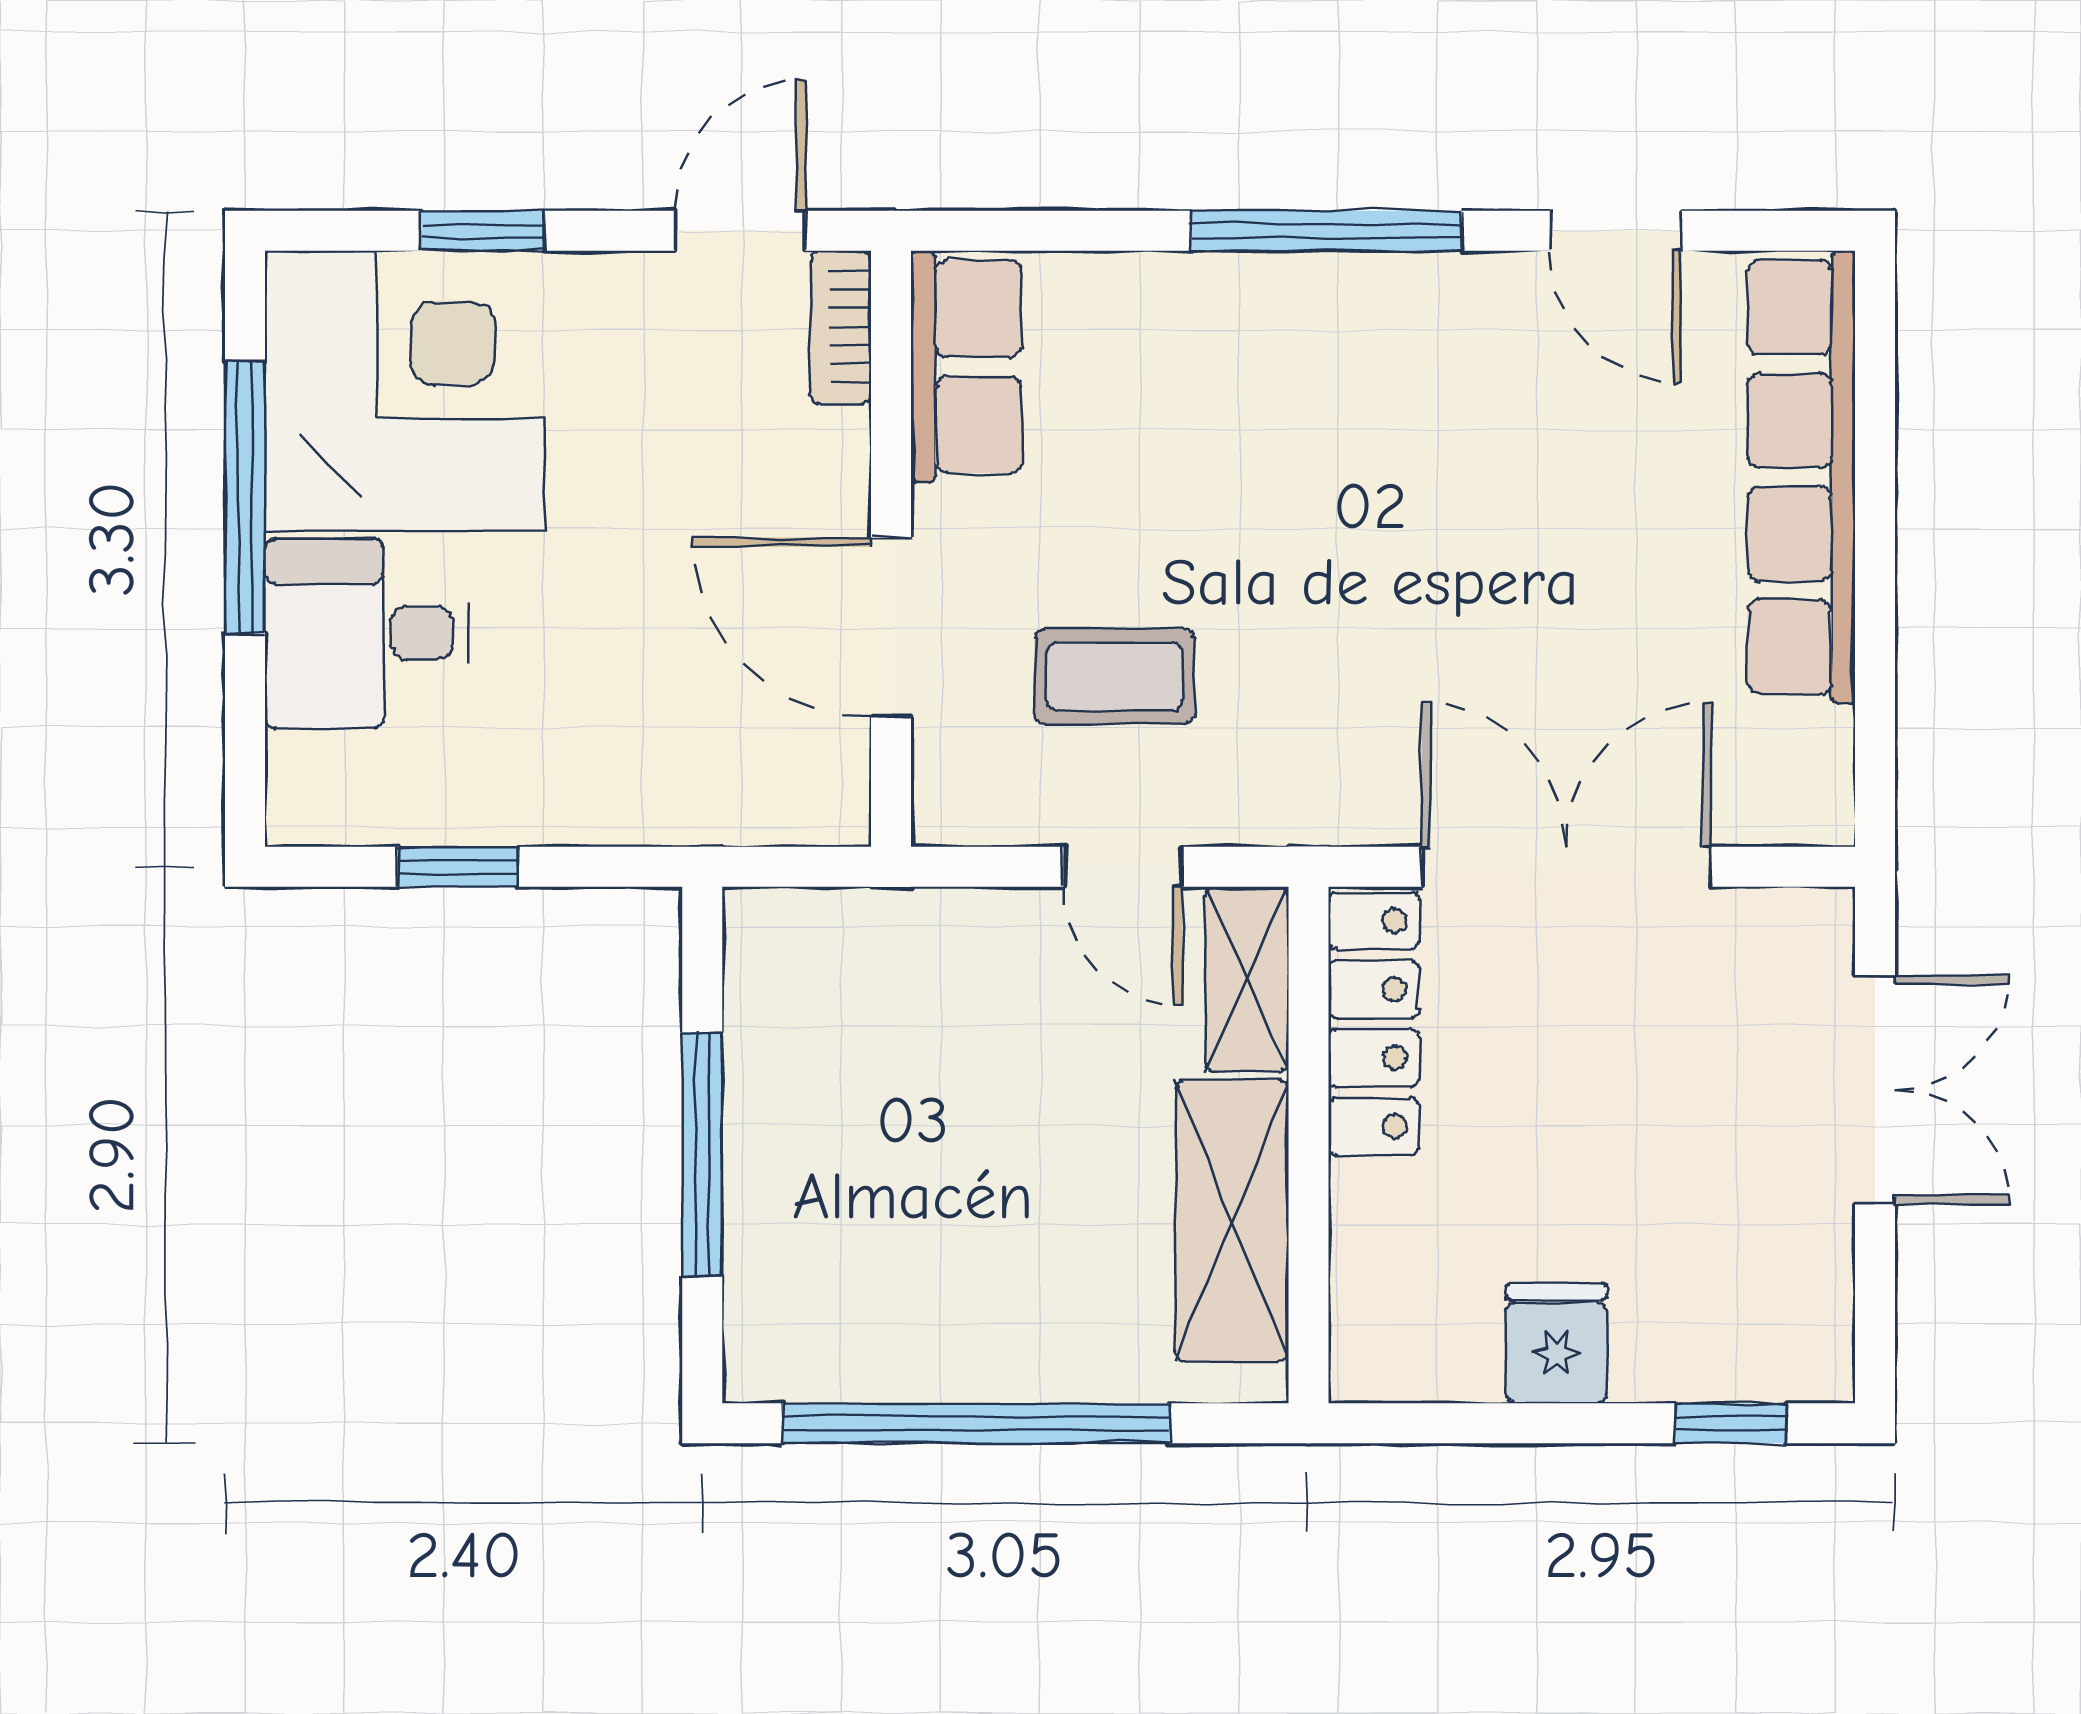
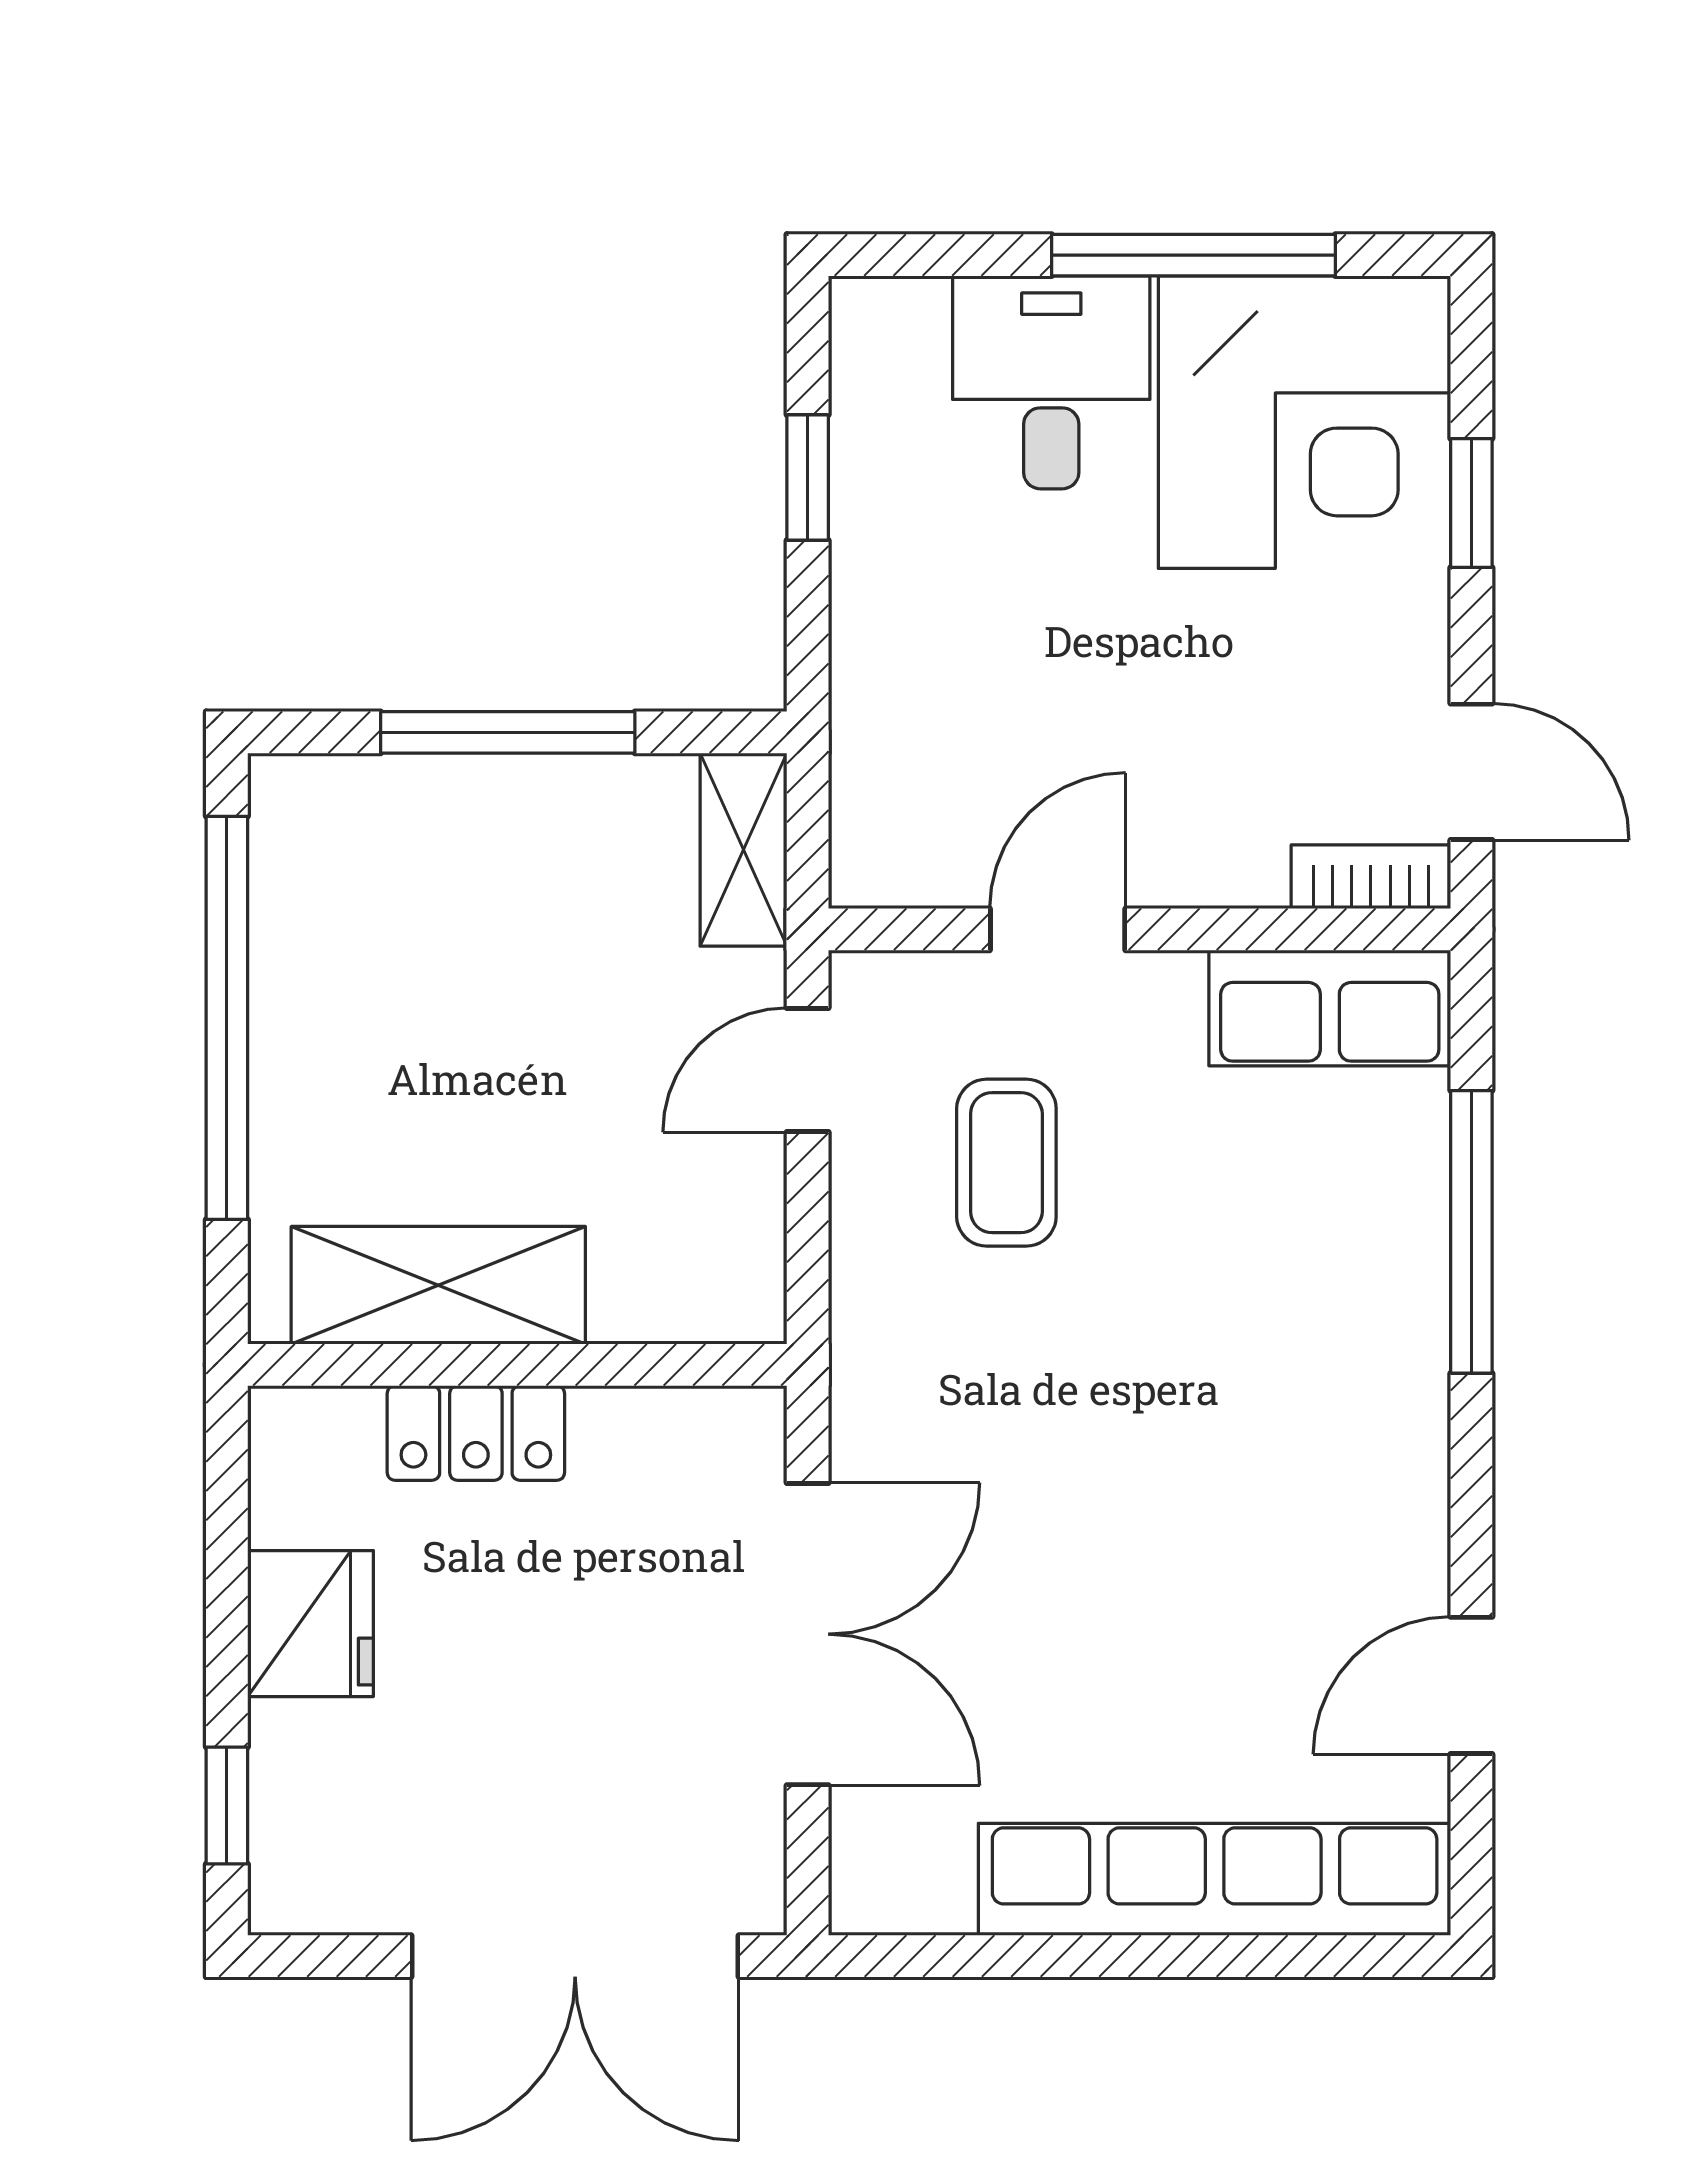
window: (1327, 231) -> (1471, 1232), moved
door: (891, 627) -> (1058, 929), width x0.73
door: (1123, 867) -> (808, 1070), moved
shelving: (1247, 979) -> (744, 850), moved, turned 90
locker: (1374, 1024) -> (476, 1433), moved, width x0.66
double door: (1875, 1090) -> (575, 1956), width x1.37
fridge: (1556, 1343) -> (311, 1624), width x1.38

